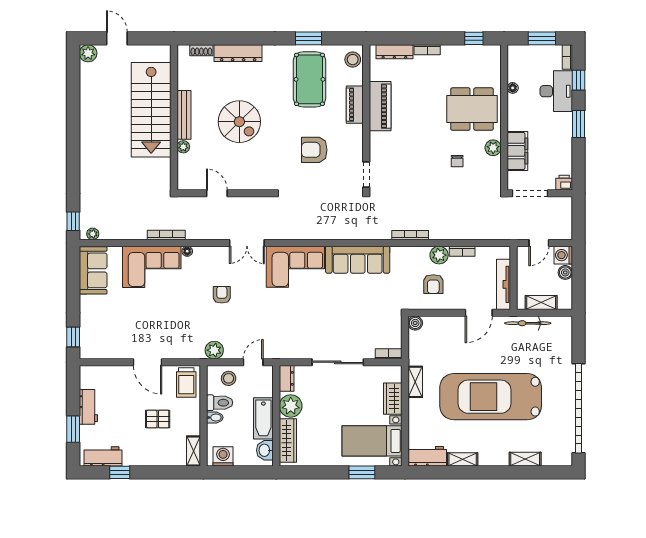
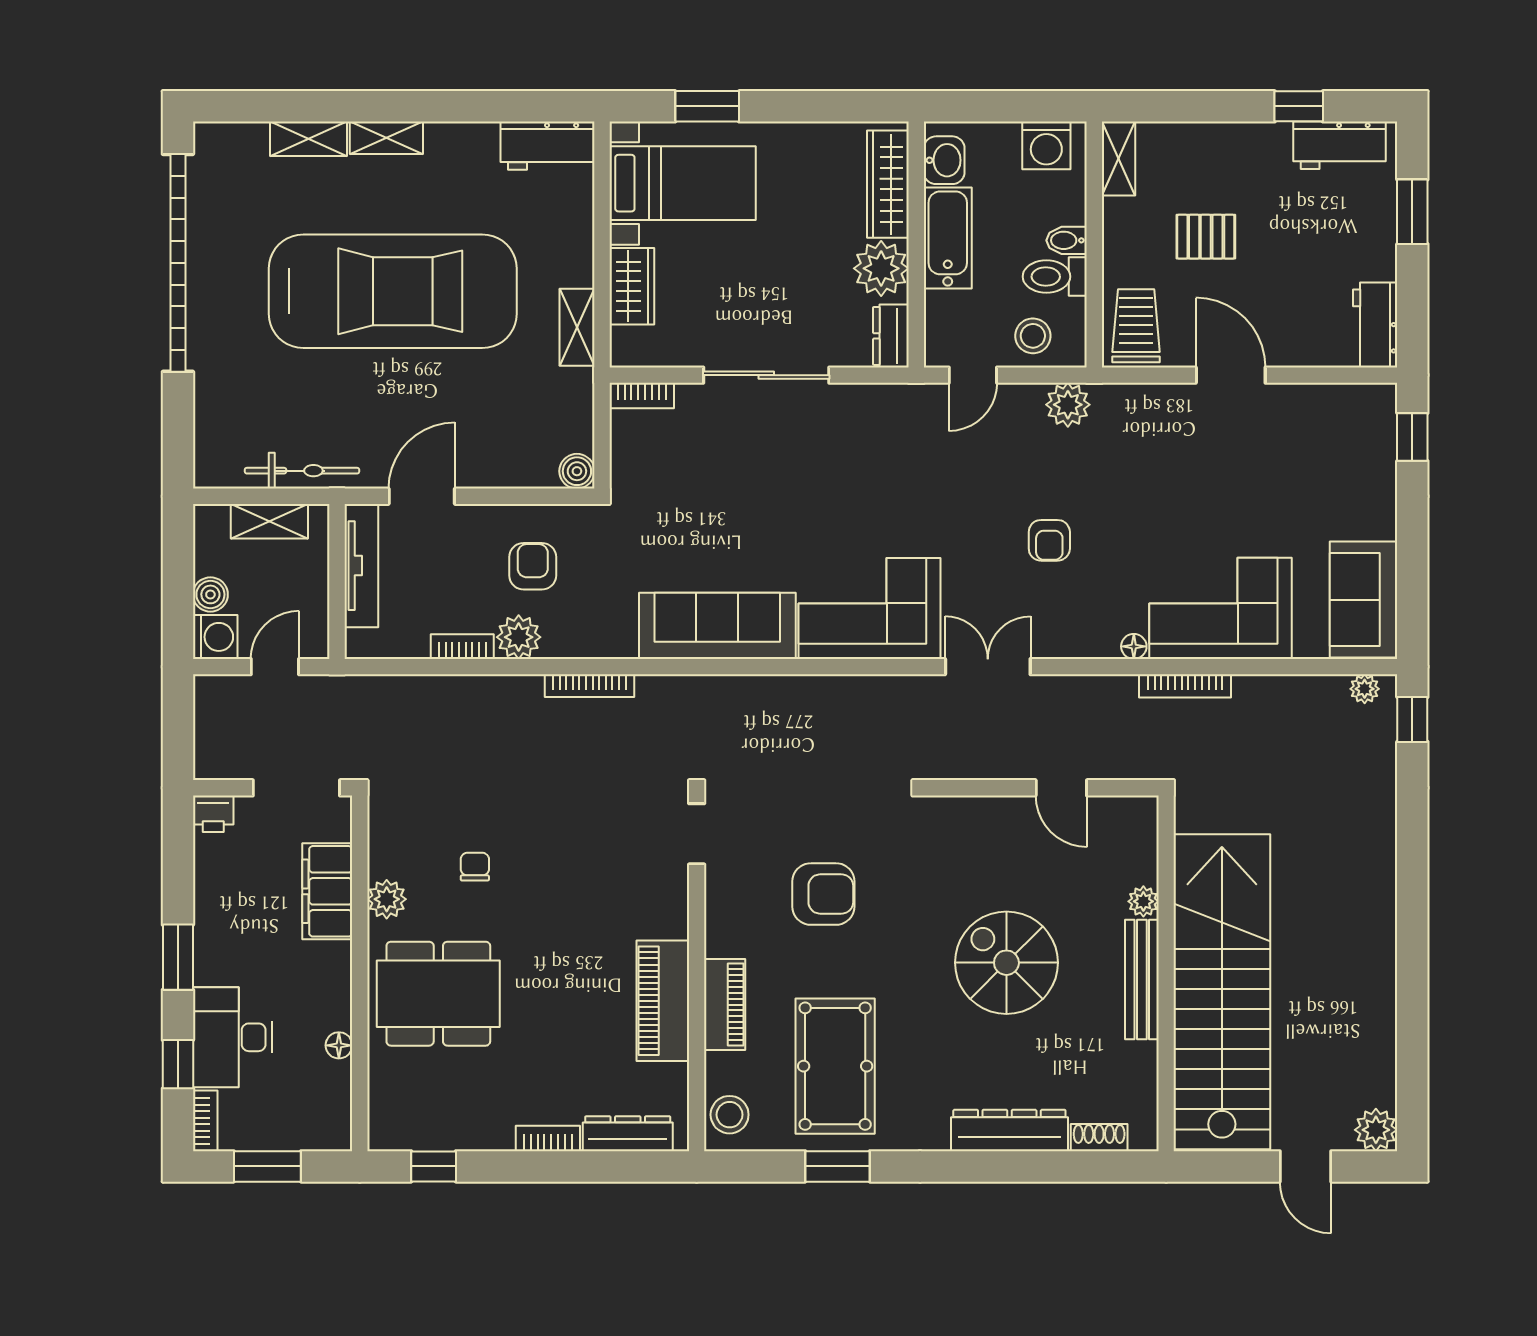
stairs: (151, 110) -> (1222, 992), width x1.36
workbench: (88, 407) -> (1375, 325), moved
shelving: (463, 459) -> (386, 138), moved

